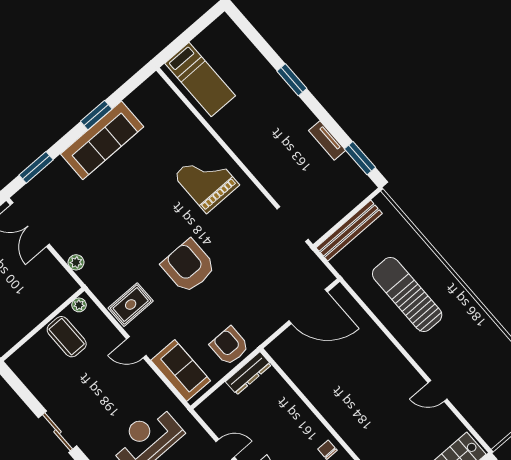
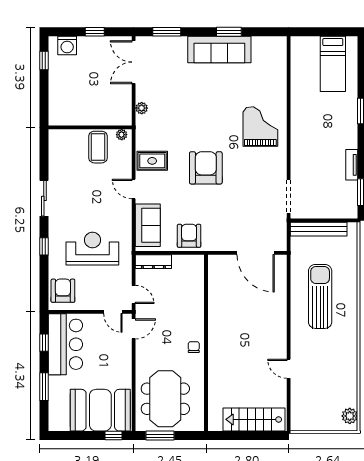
bed: (200, 80) -> (333, 64), moved
dresser: (248, 373) -> (153, 262), moved

